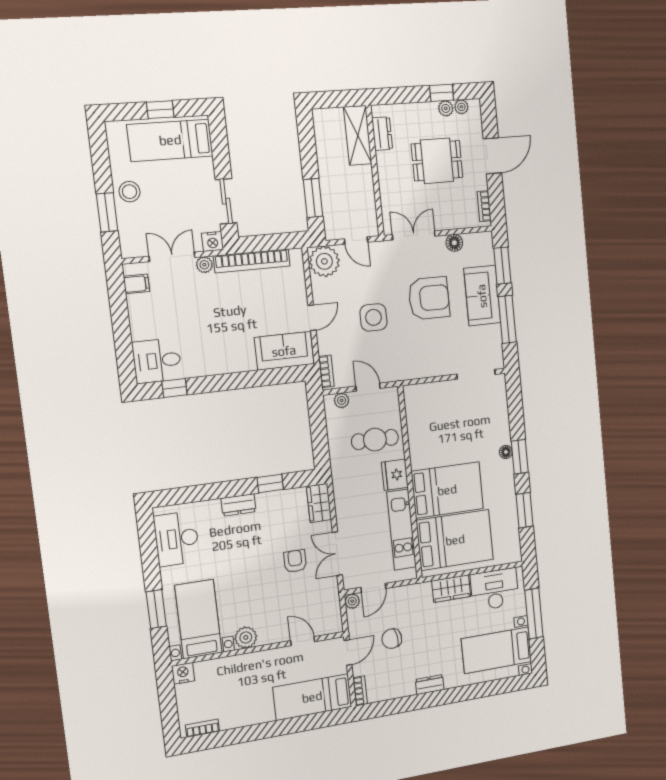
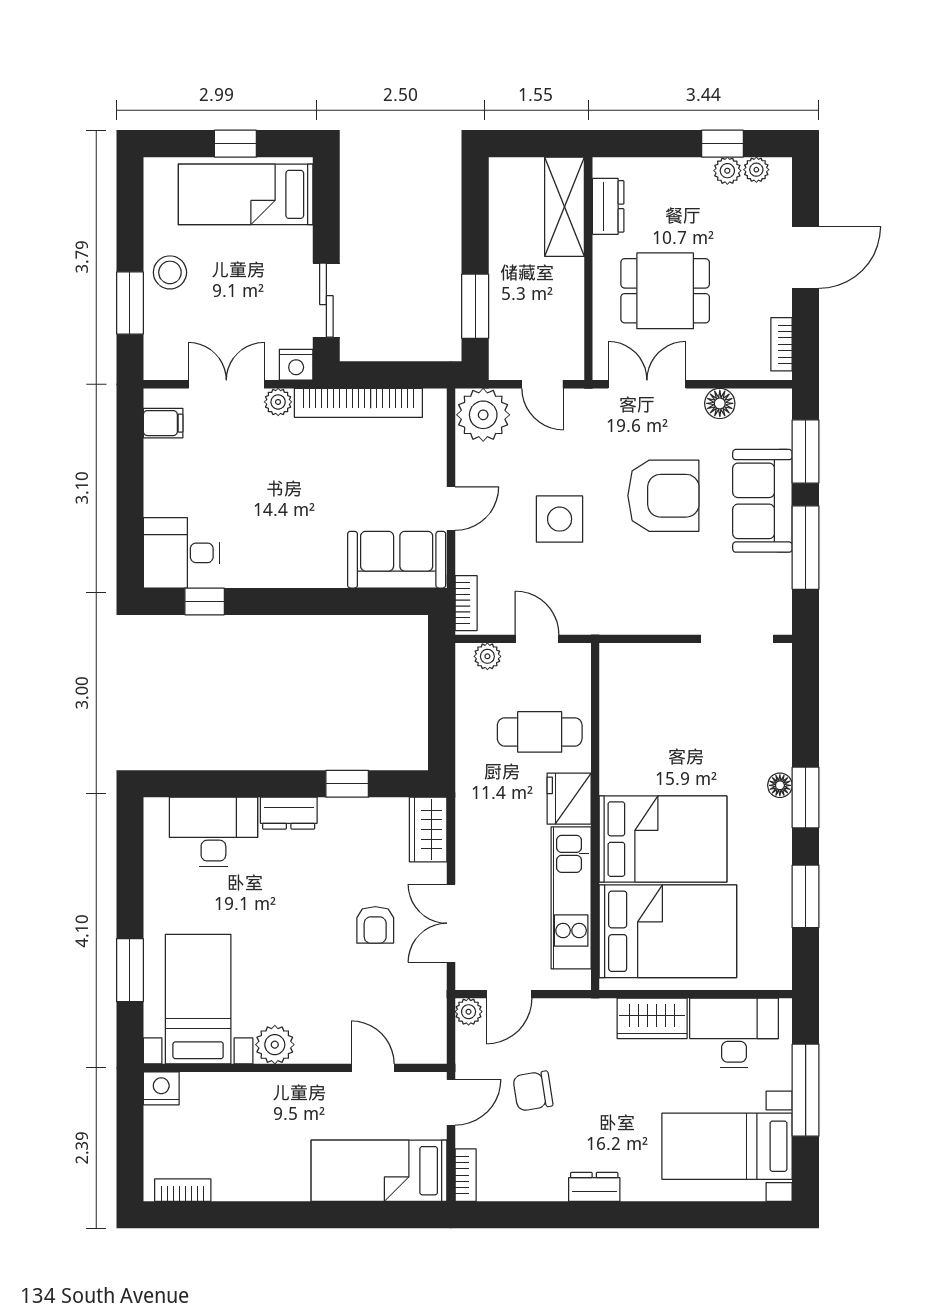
dining table: (437, 161) -> (665, 291), moved
desk: (177, 539) -> (213, 832), moved, turned 90
armchair: (295, 561) -> (375, 925), turned 180

